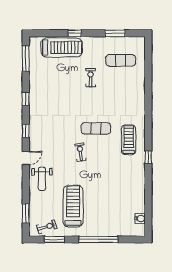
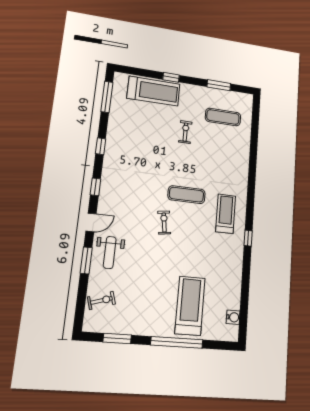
treadmill: (73, 206) -> (190, 306), moved
window: (26, 213) -> (86, 260), moved
exercise bike: (46, 227) -> (101, 300), moved

